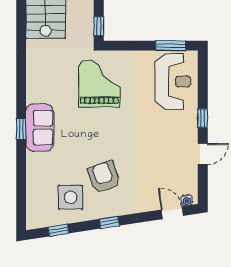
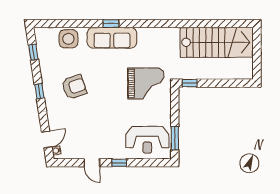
sofa: (40, 128) -> (112, 38), width x1.36
side table: (70, 197) -> (68, 39), moved

